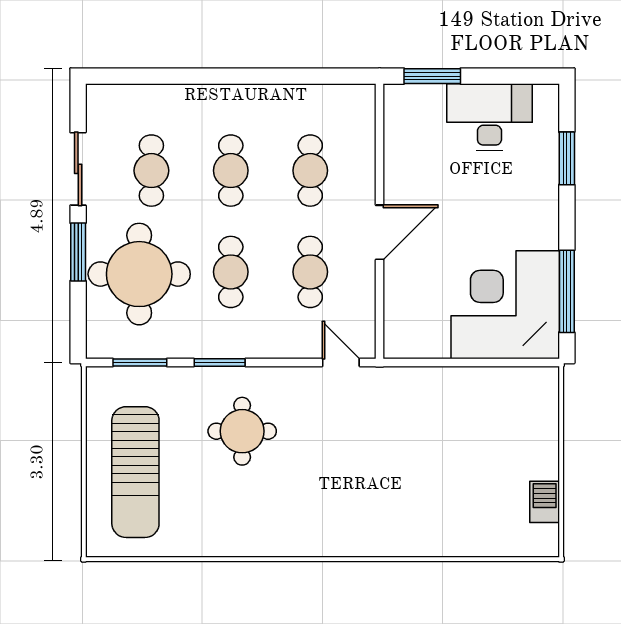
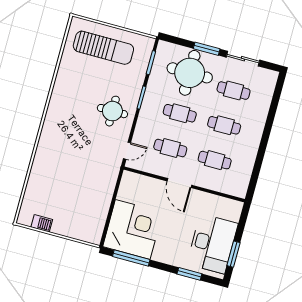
window: (432, 76) -> (234, 254), moved
desk: (489, 117) -> (212, 244), width x1.36, depth x1.30
round table: (242, 431) -> (112, 111), moved
sun lounger: (135, 472) -> (103, 48), turned 180

